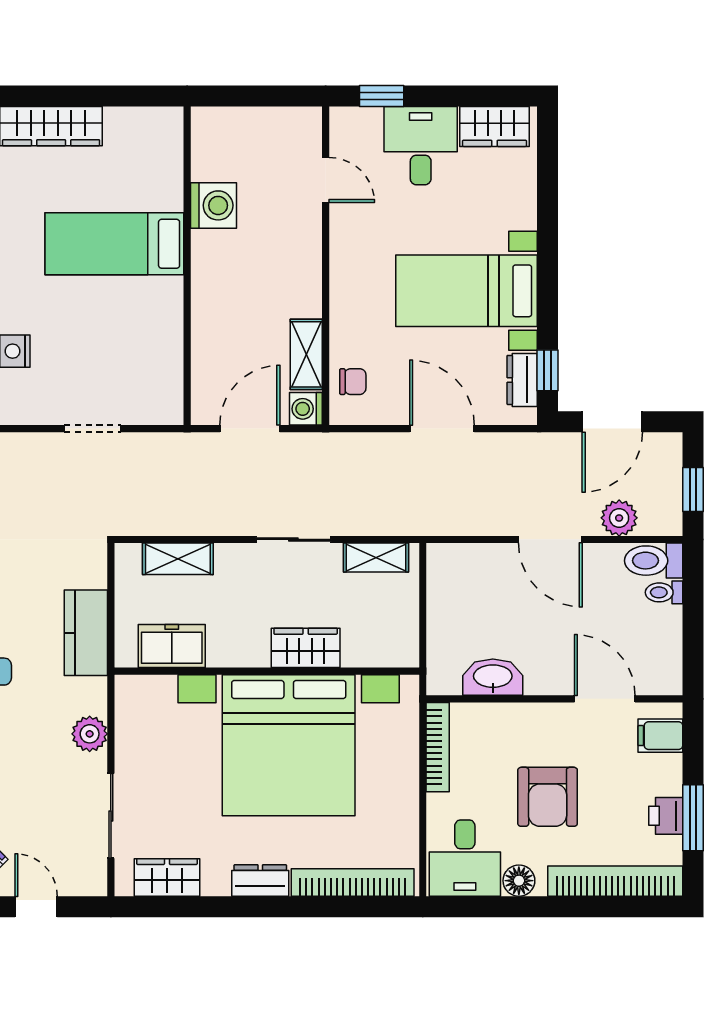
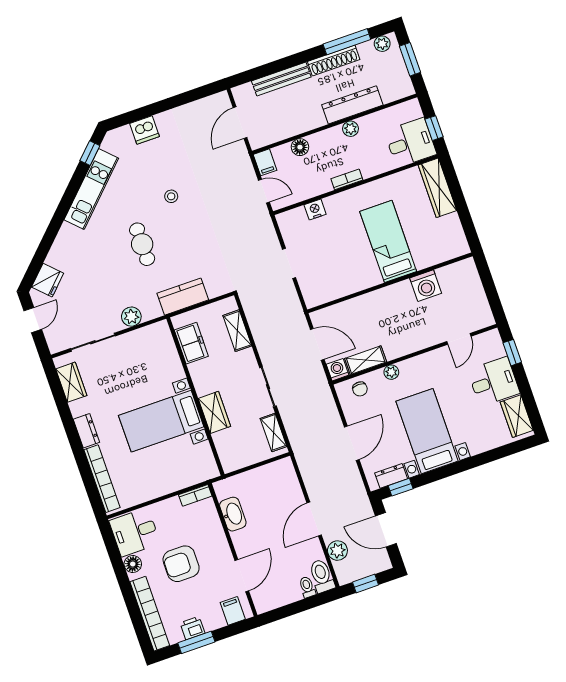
plant: (343, 317) -> (391, 372), added
bed with nightstands: (289, 745) -> (161, 421), width x0.54
bookcase: (438, 747) -> (195, 495), width x0.64

